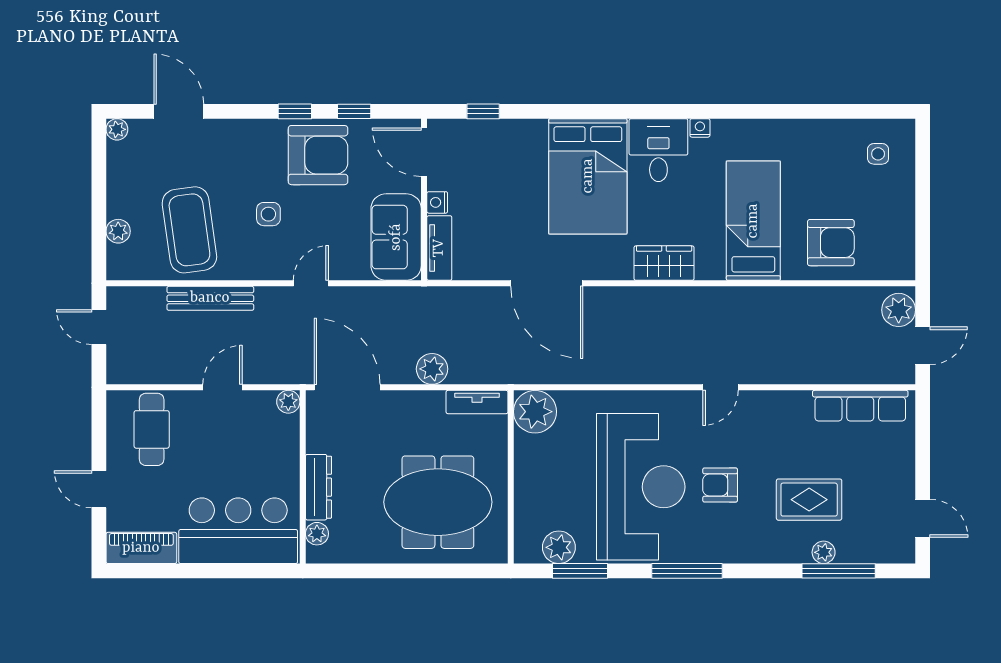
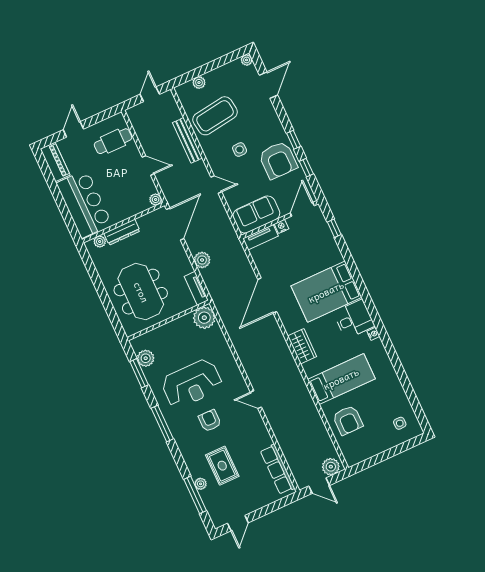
reception desk: (641, 487) -> (192, 384), width x0.74, depth x0.77

